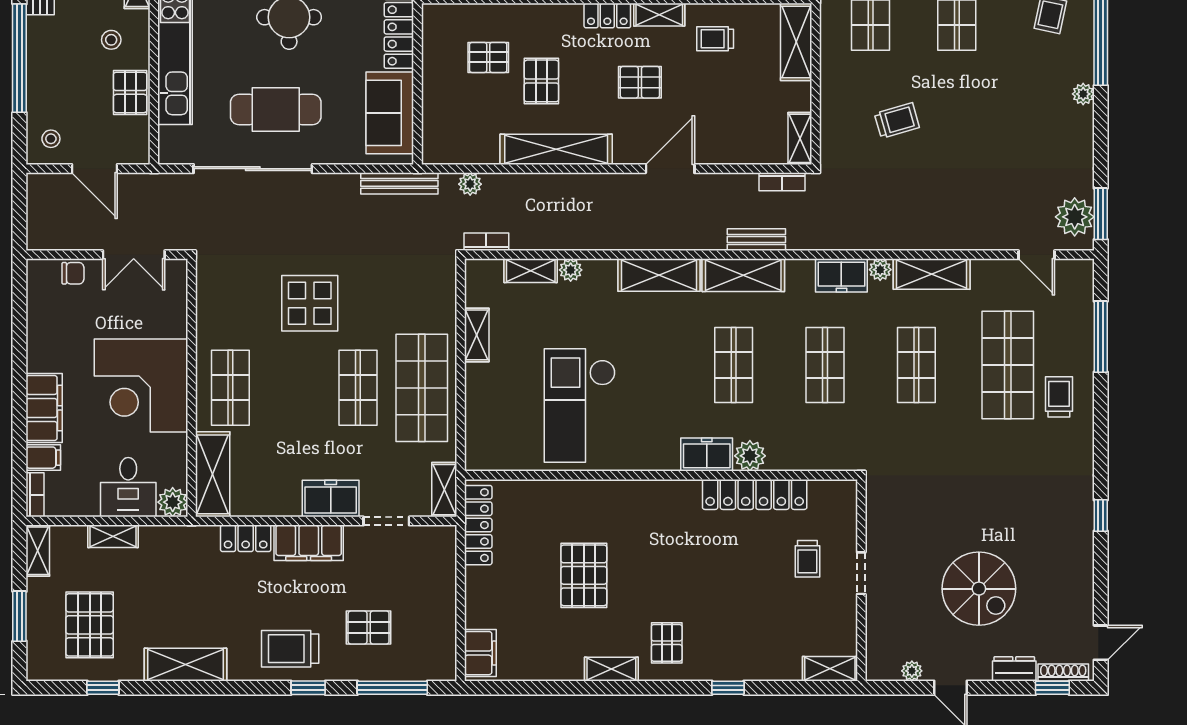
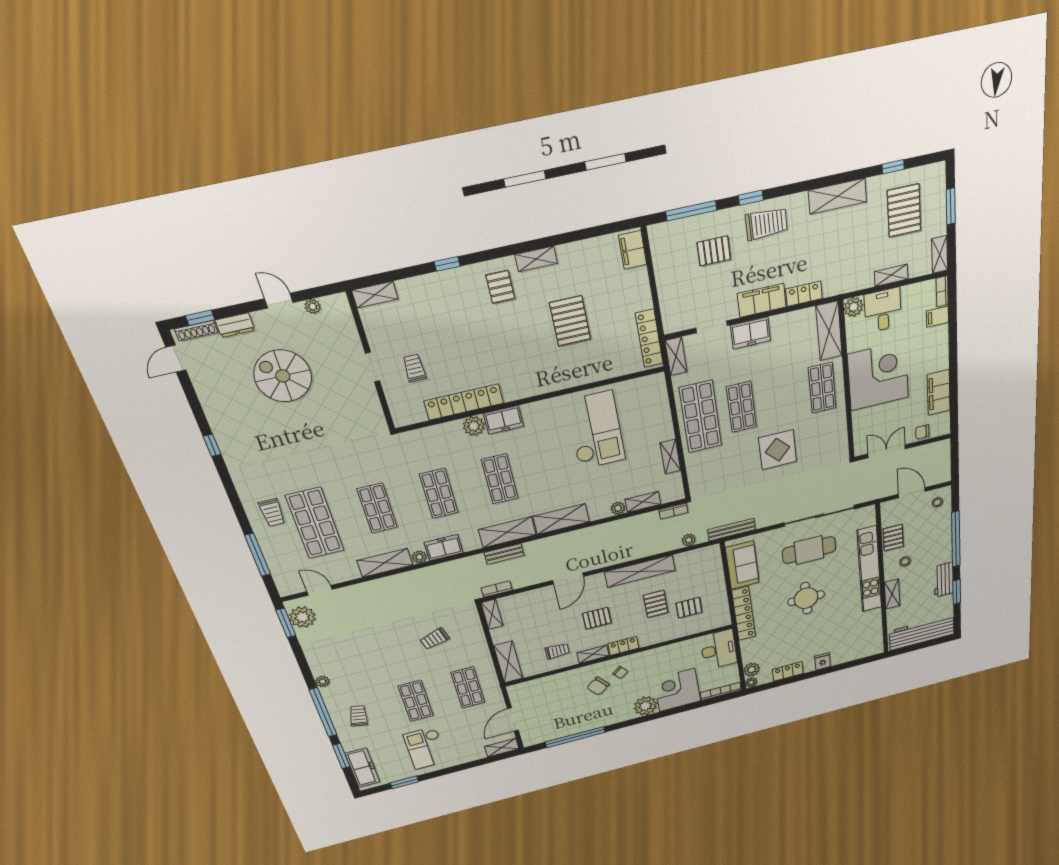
filing cabinet: (44, 408) -> (939, 392), moved

